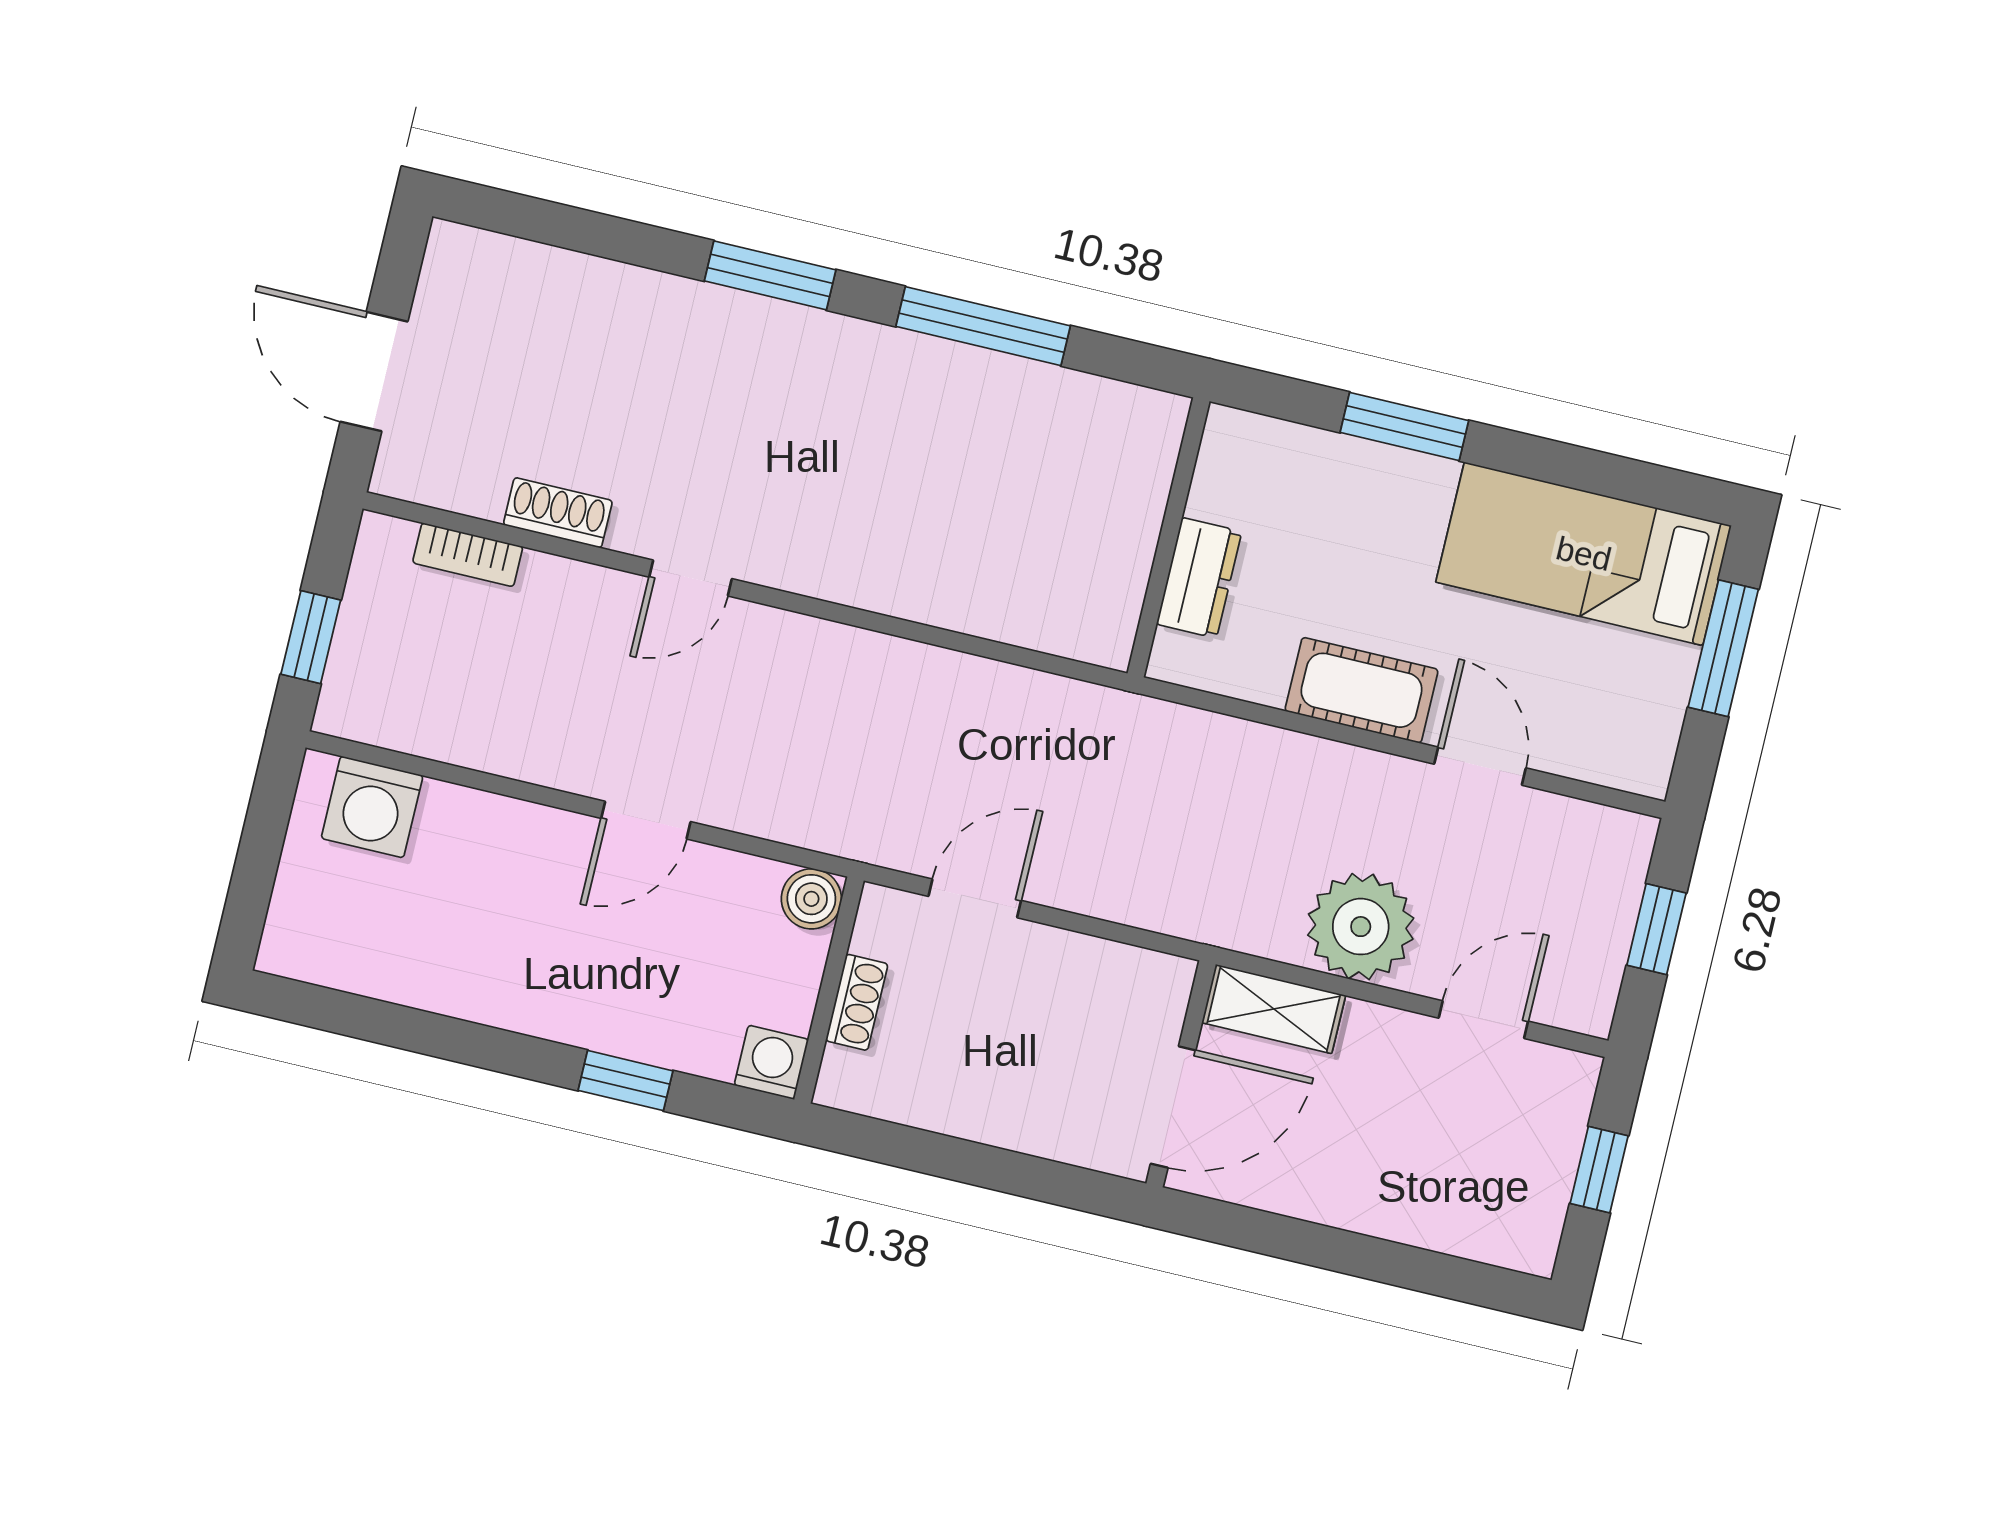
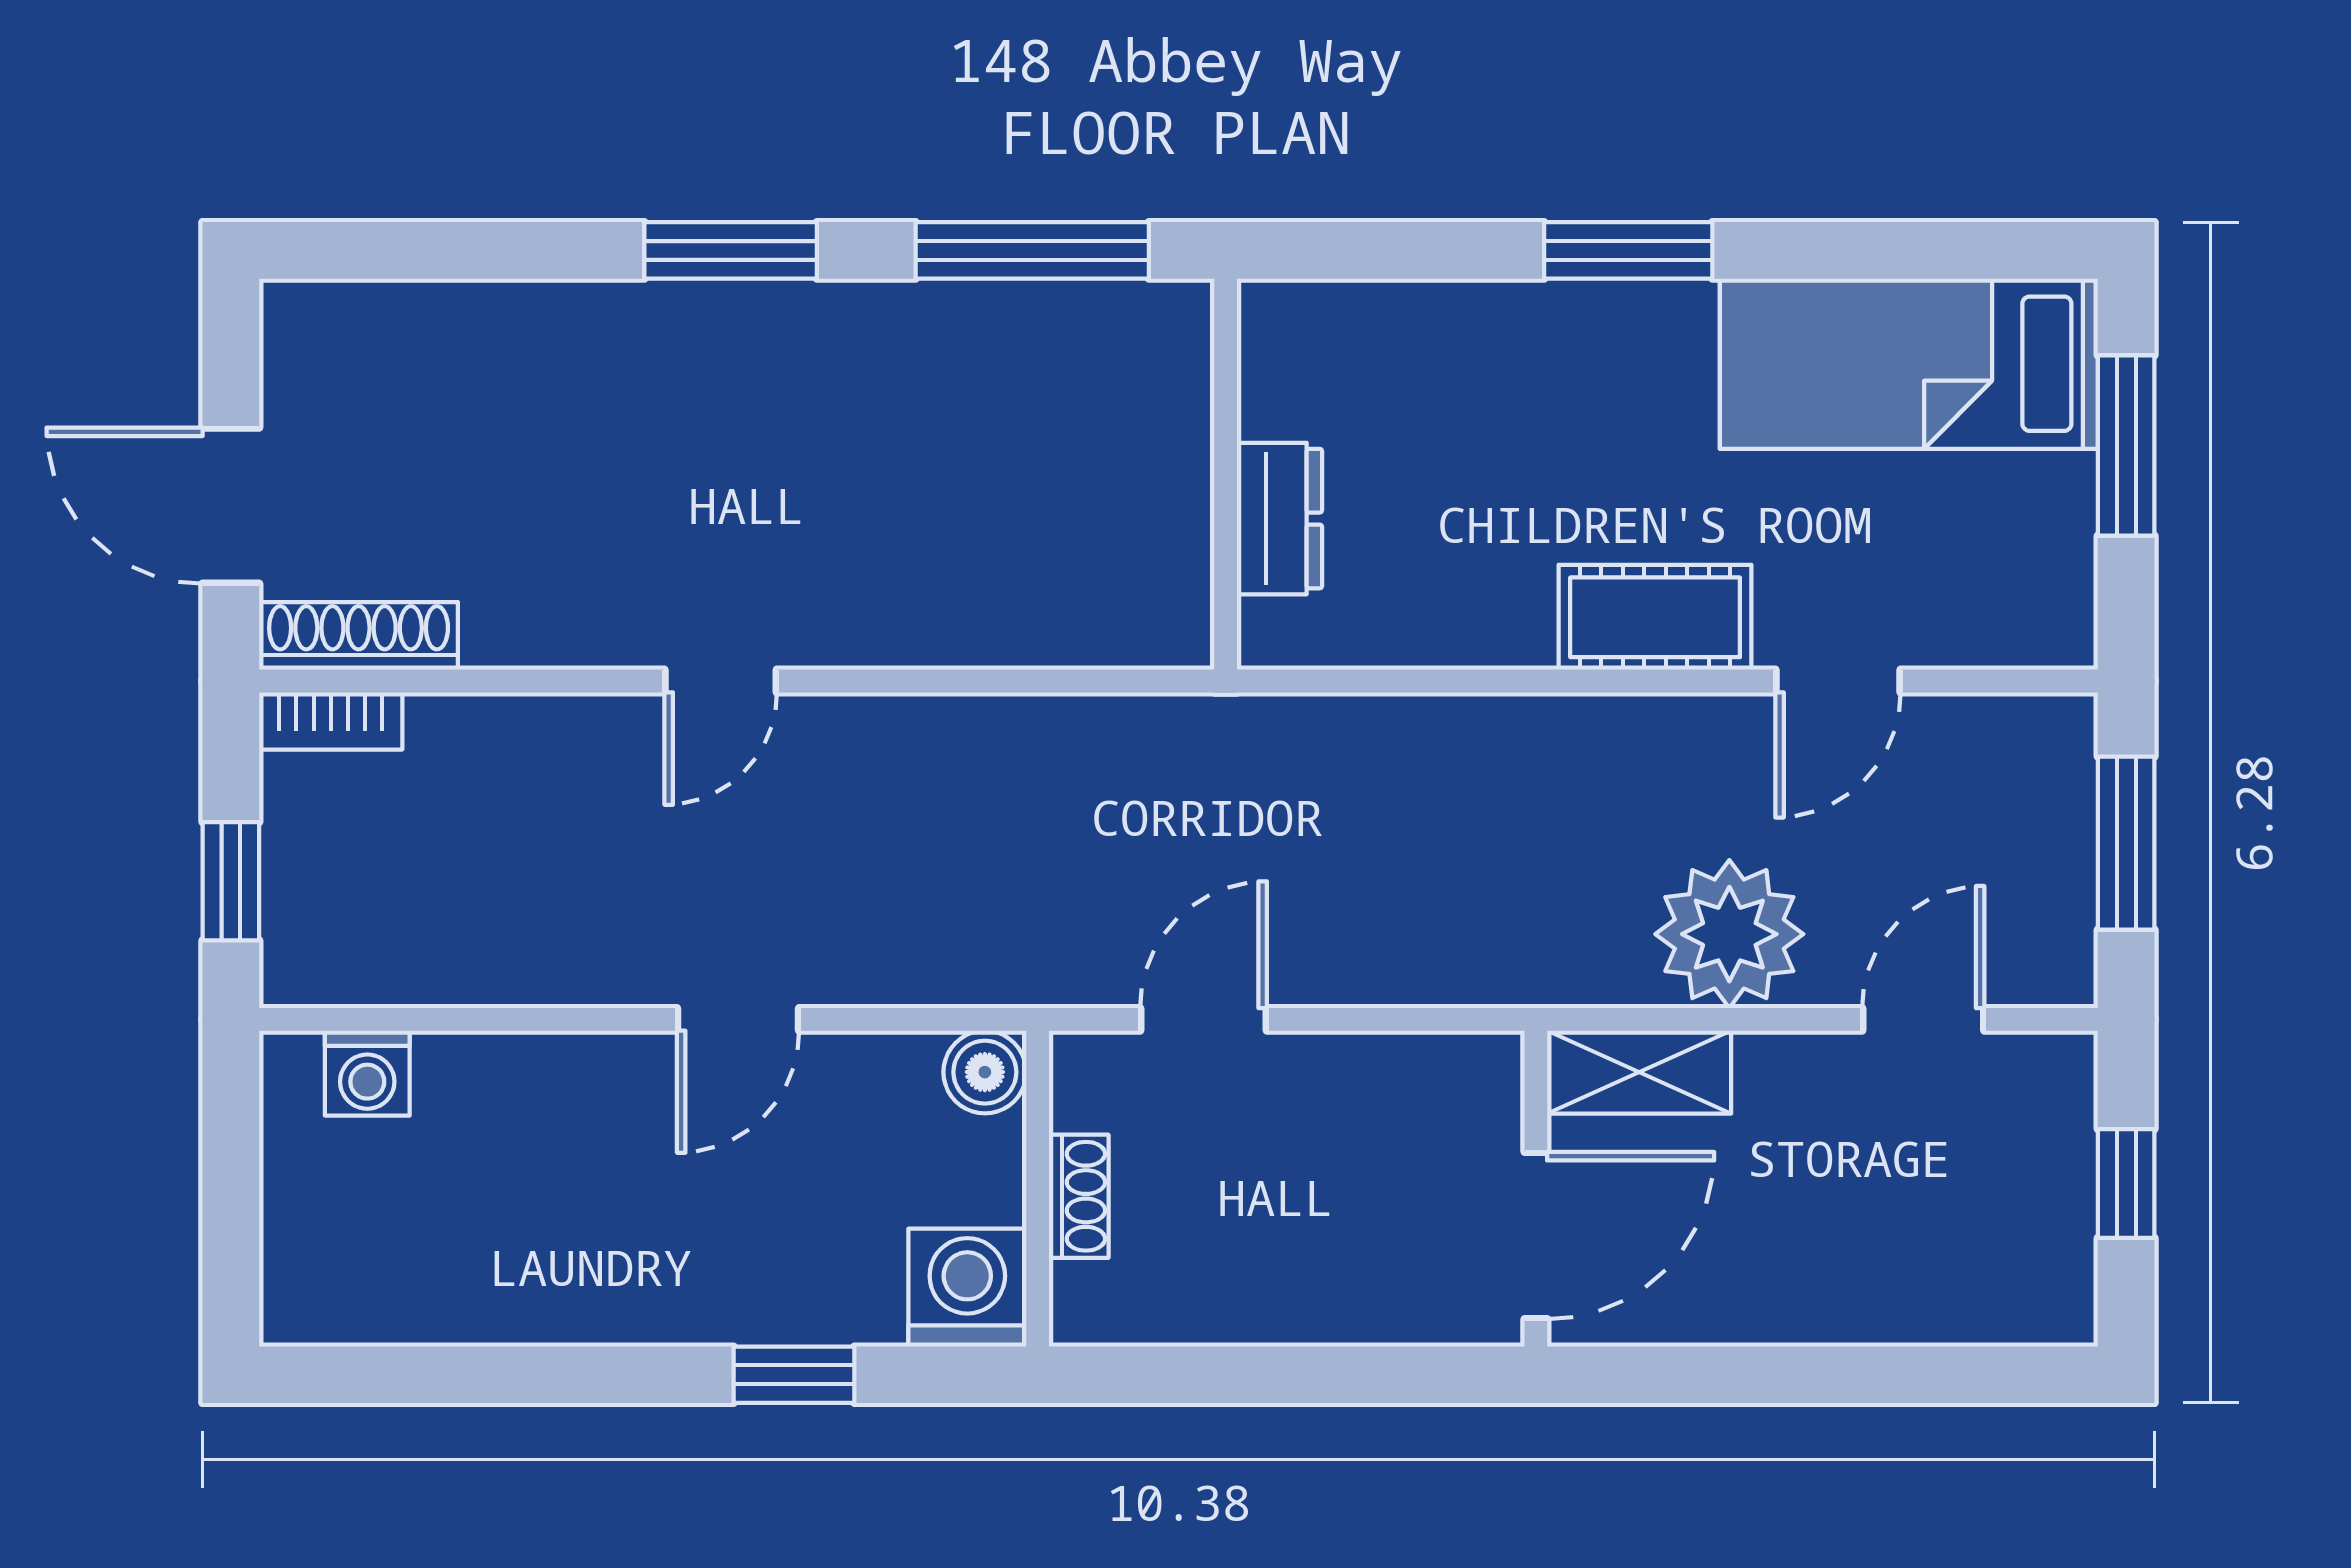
shoe rack: (558, 513) -> (359, 636), moved, width x1.43
wall: (1168, 537) -> (1226, 474), moved
bookcase: (468, 555) -> (331, 721), moved
dresser: (1199, 578) -> (1279, 519), moved
door: (1480, 766) -> (1838, 681), swing flipped
washing machine: (372, 807) -> (367, 1073), width x0.73, depth x0.73
window: (1656, 929) -> (2126, 843), width x1.50
washing machine: (771, 1062) -> (967, 1288), width x1.38, depth x1.38

